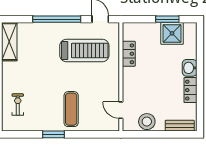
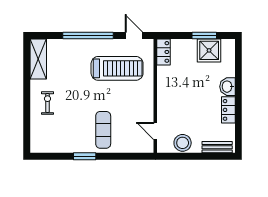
locker: (129, 54) -> (164, 52), moved
exercise bike: (18, 105) -> (47, 103), moved

